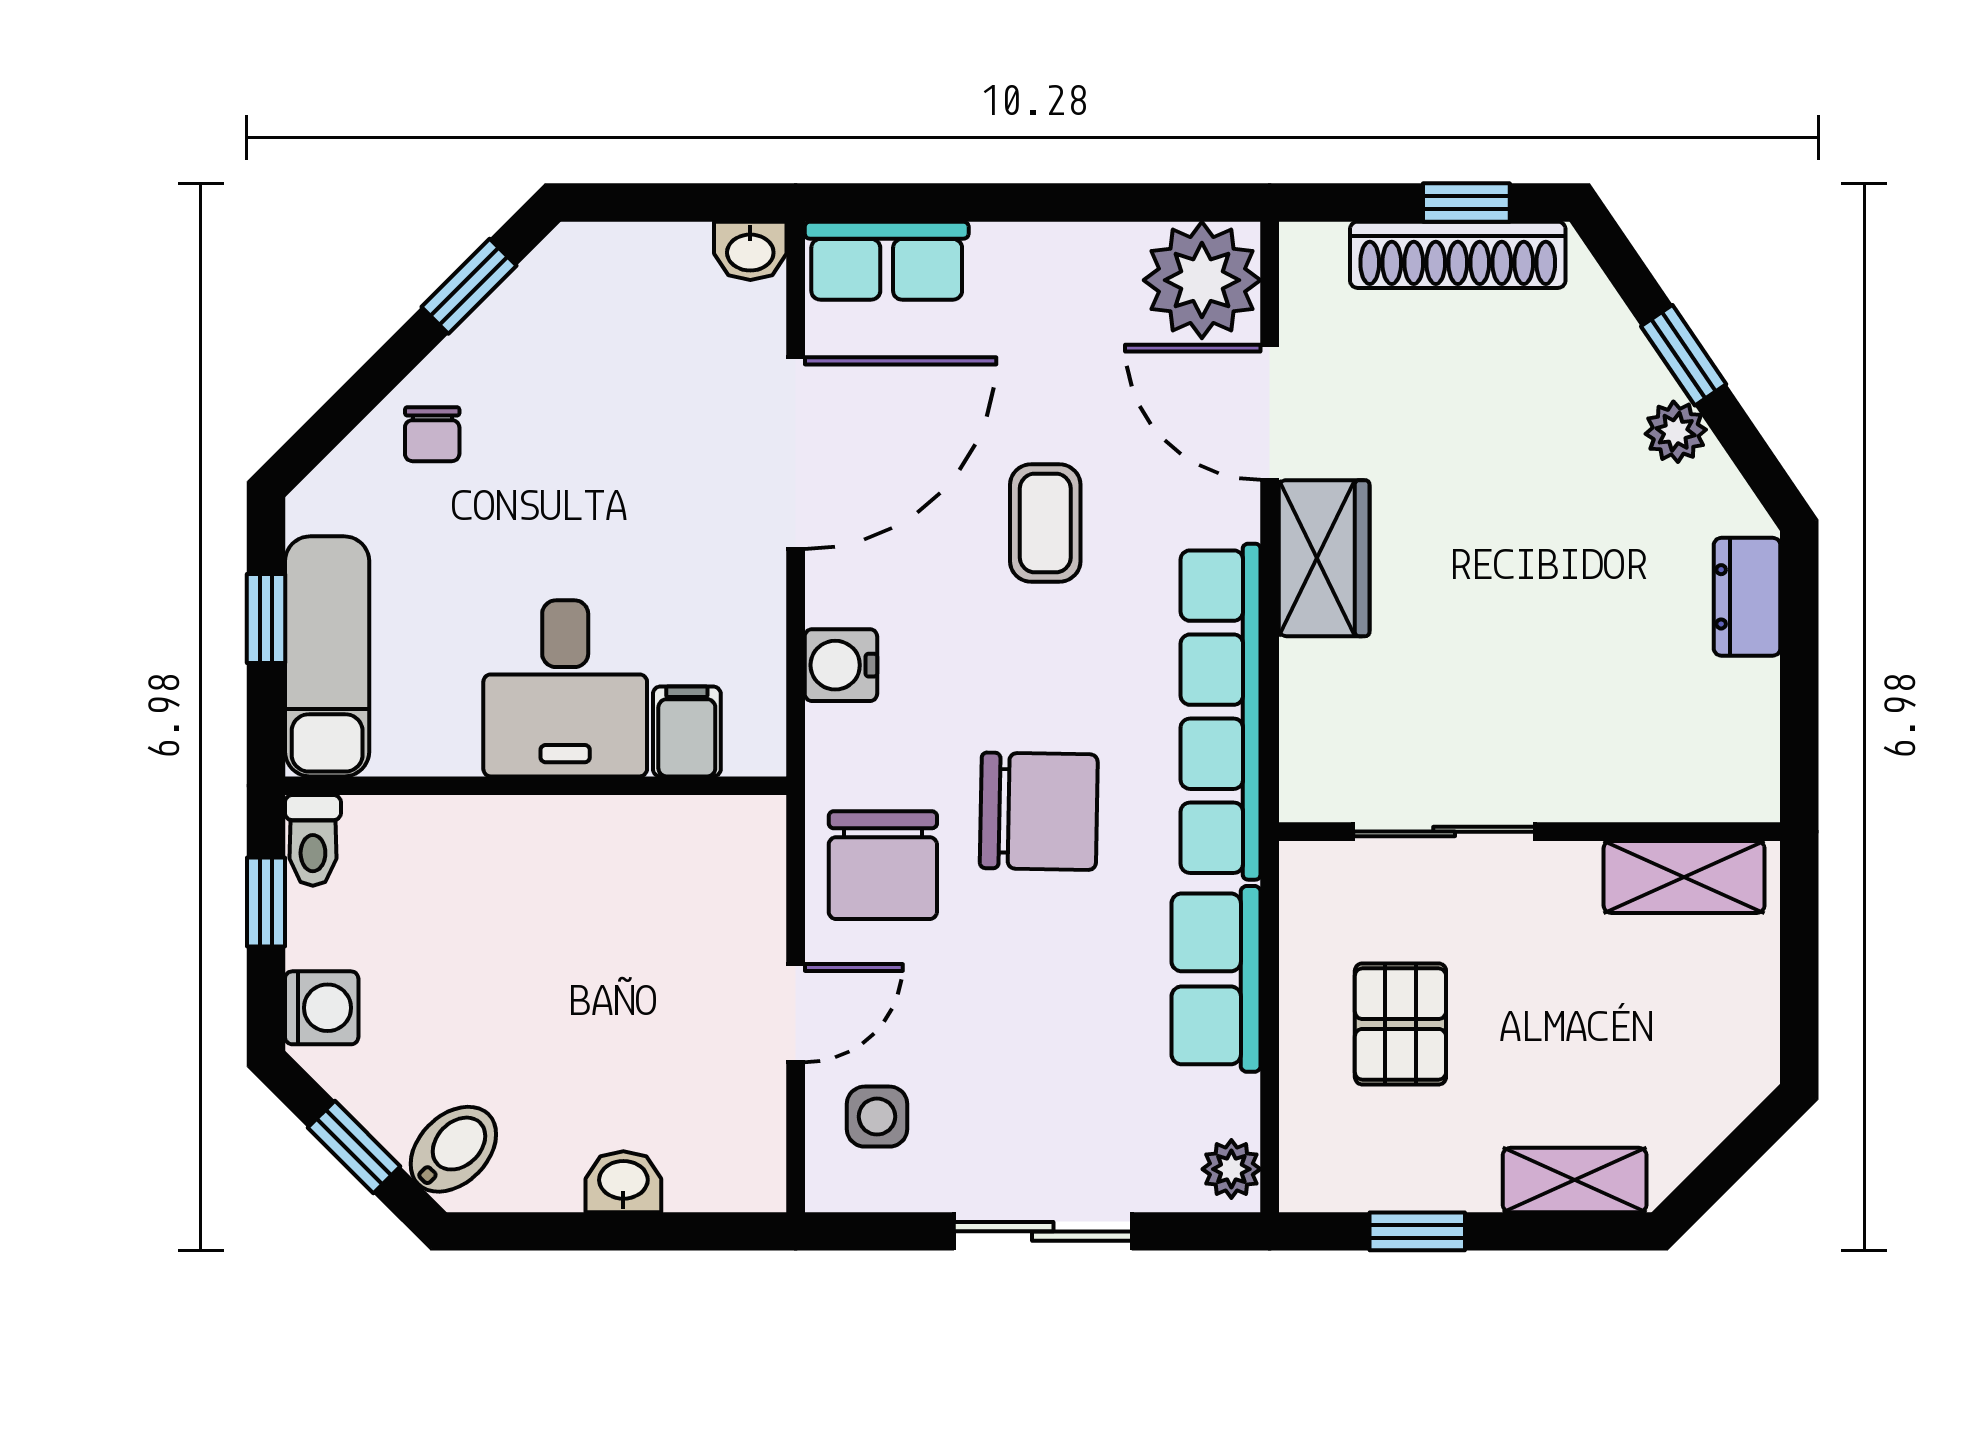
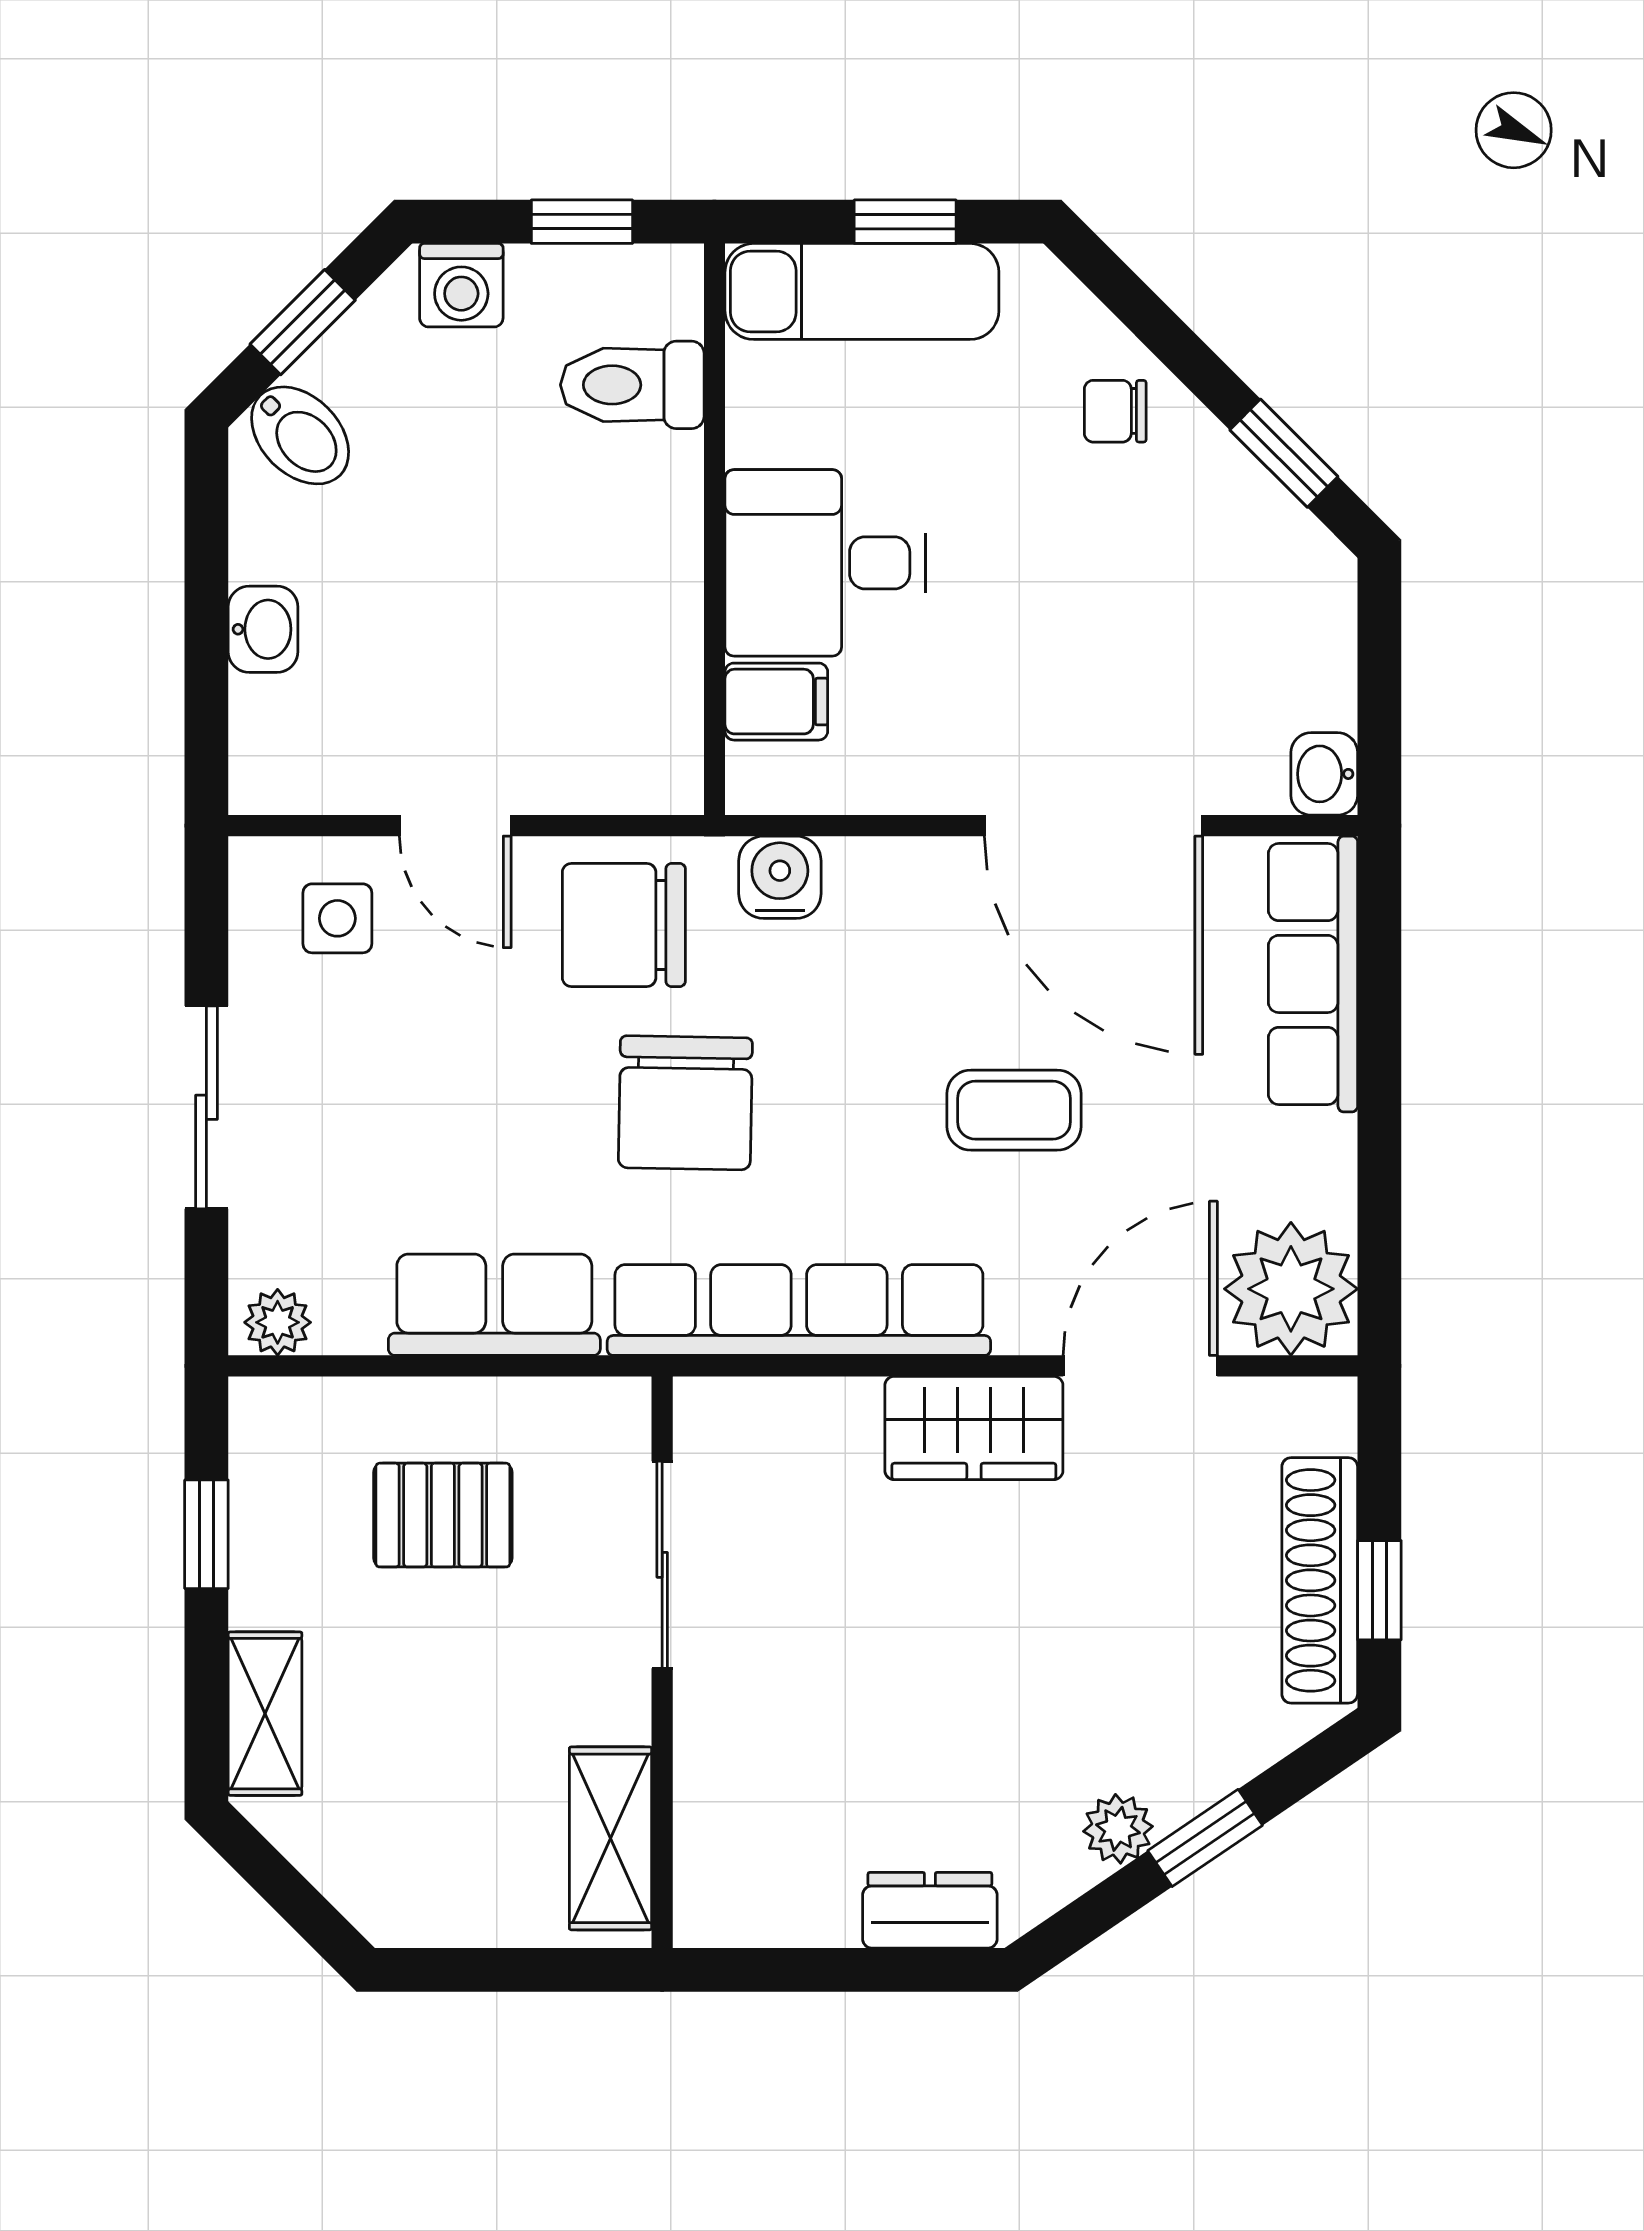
row of seats: (887, 261) -> (1313, 974), width x1.48
water cooler: (841, 665) -> (780, 877), moved
toilet: (313, 840) -> (632, 385), moved, width x1.37, depth x1.39

